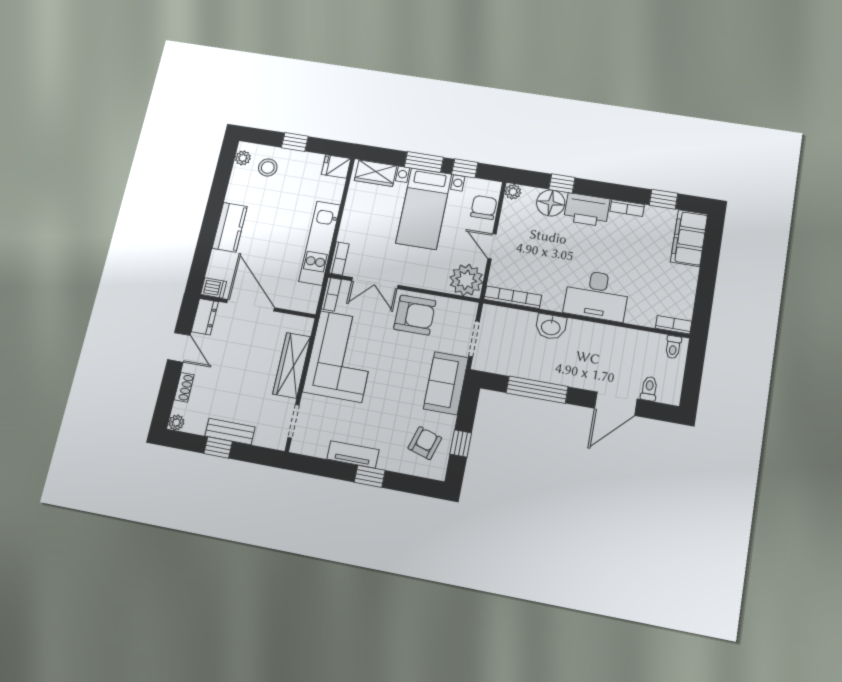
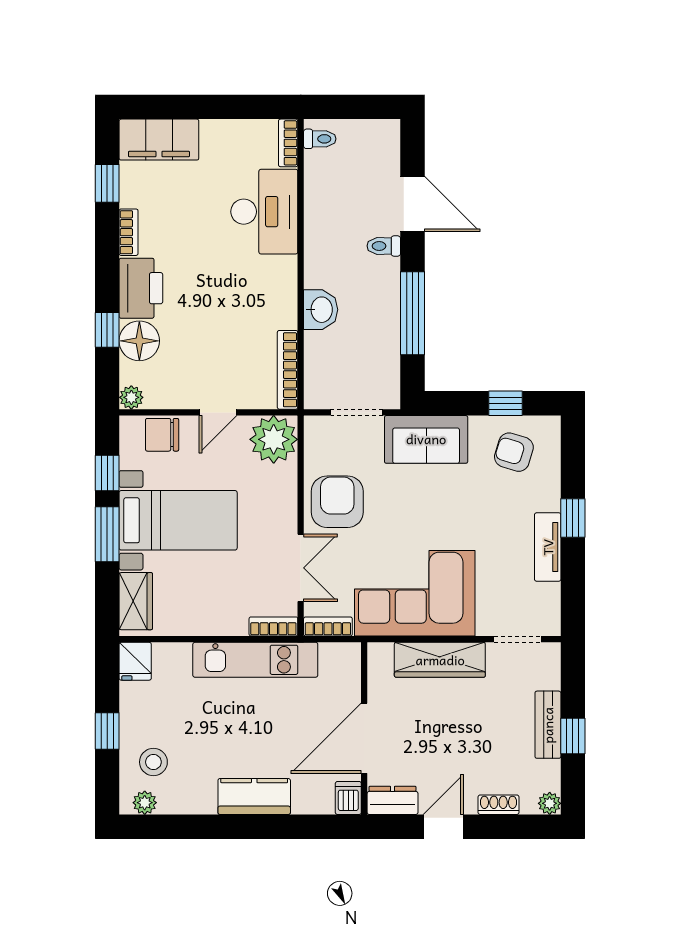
desk: (597, 295) -> (264, 212), moved
toilet: (649, 389) -> (384, 246), moved

